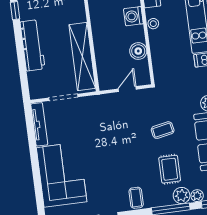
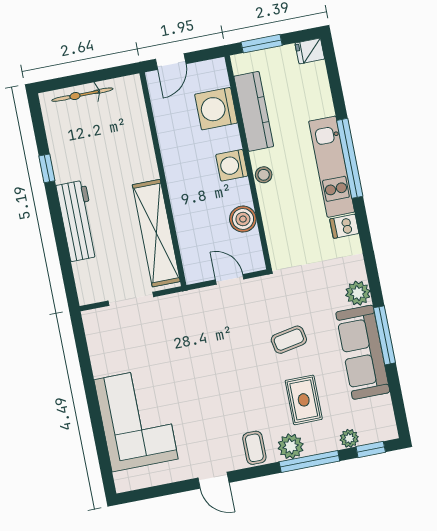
door: (127, 89) -> (230, 279), hinge flipped
tv unit: (39, 124) -> (96, 343), removed
plant: (182, 195) -> (291, 446), moved

